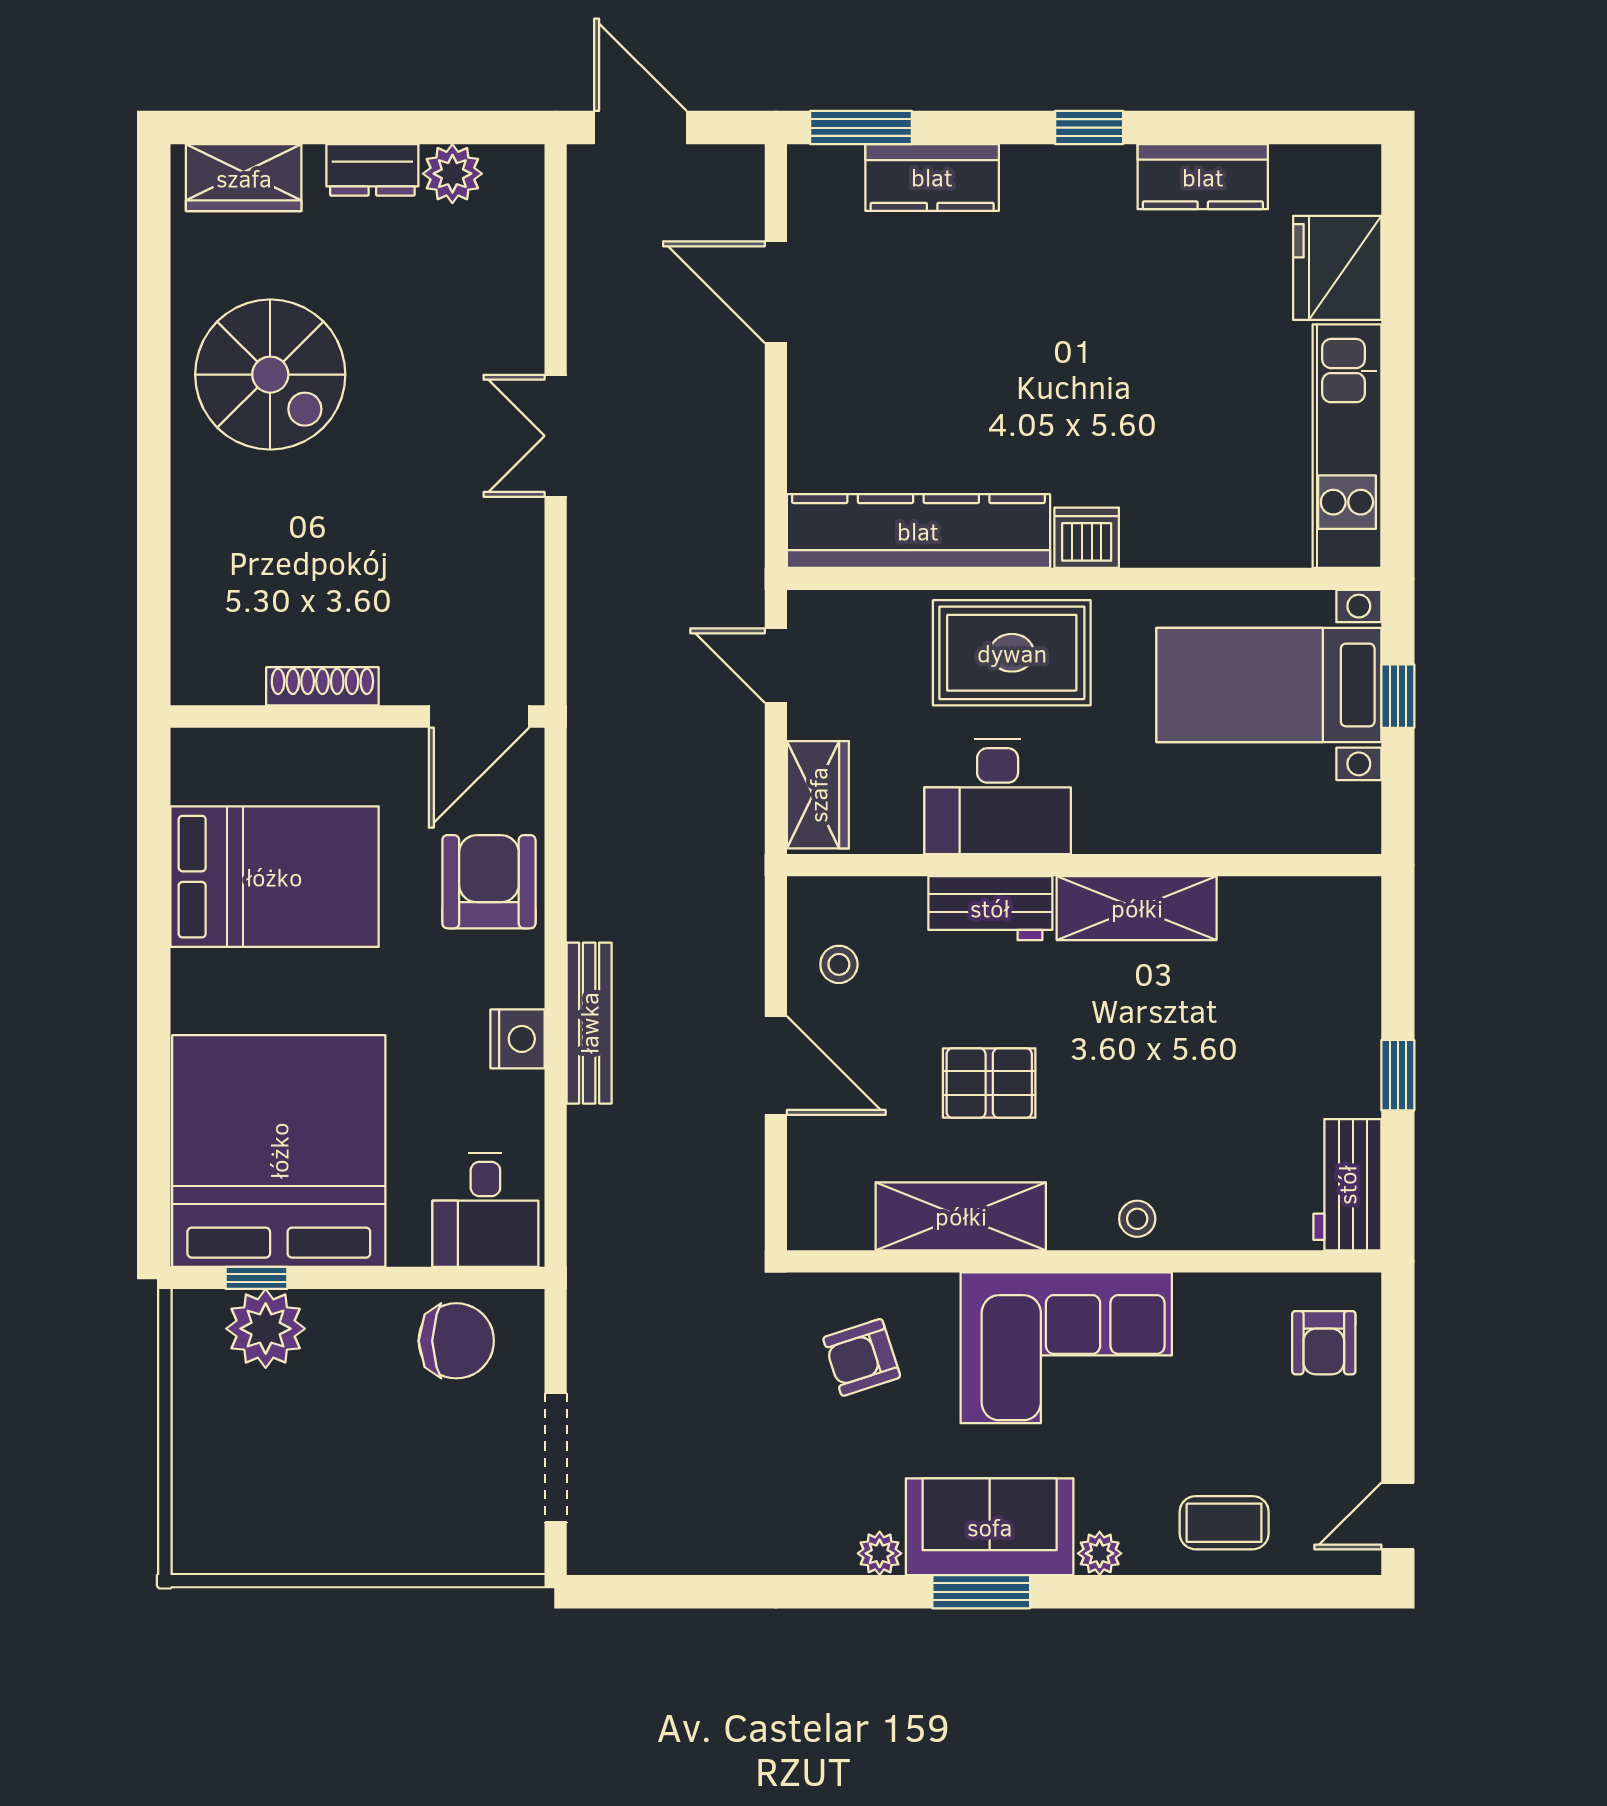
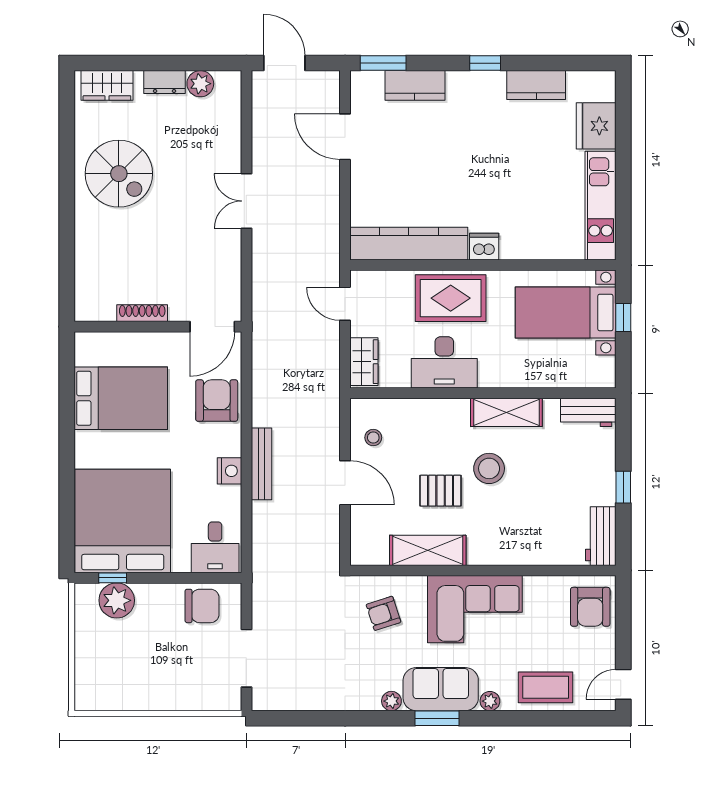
workbench: (990, 908) -> (588, 412), moved
stool: (1137, 1219) -> (489, 468), moved, width x1.89, depth x1.89
armchair: (1324, 1343) -> (590, 607), width x1.38, depth x1.38
coffee table: (1224, 1523) -> (546, 687), width x1.36, depth x1.30

